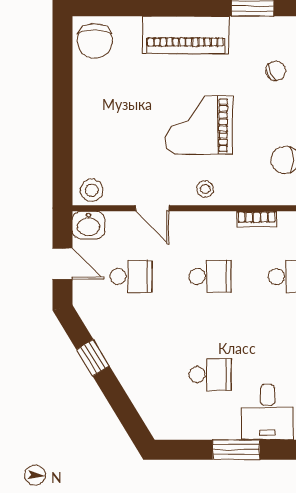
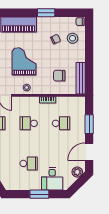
grand piano: (199, 125) -> (24, 61), turned 90
school desk: (210, 276) -> (29, 123), turned 180

